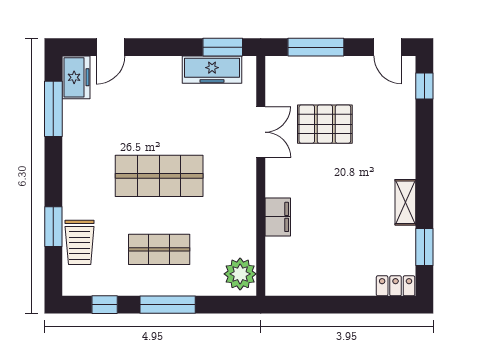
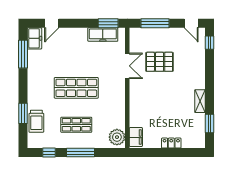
filing cabinet: (278, 217) -> (136, 137), moved
locker: (396, 286) -> (171, 143), moved

